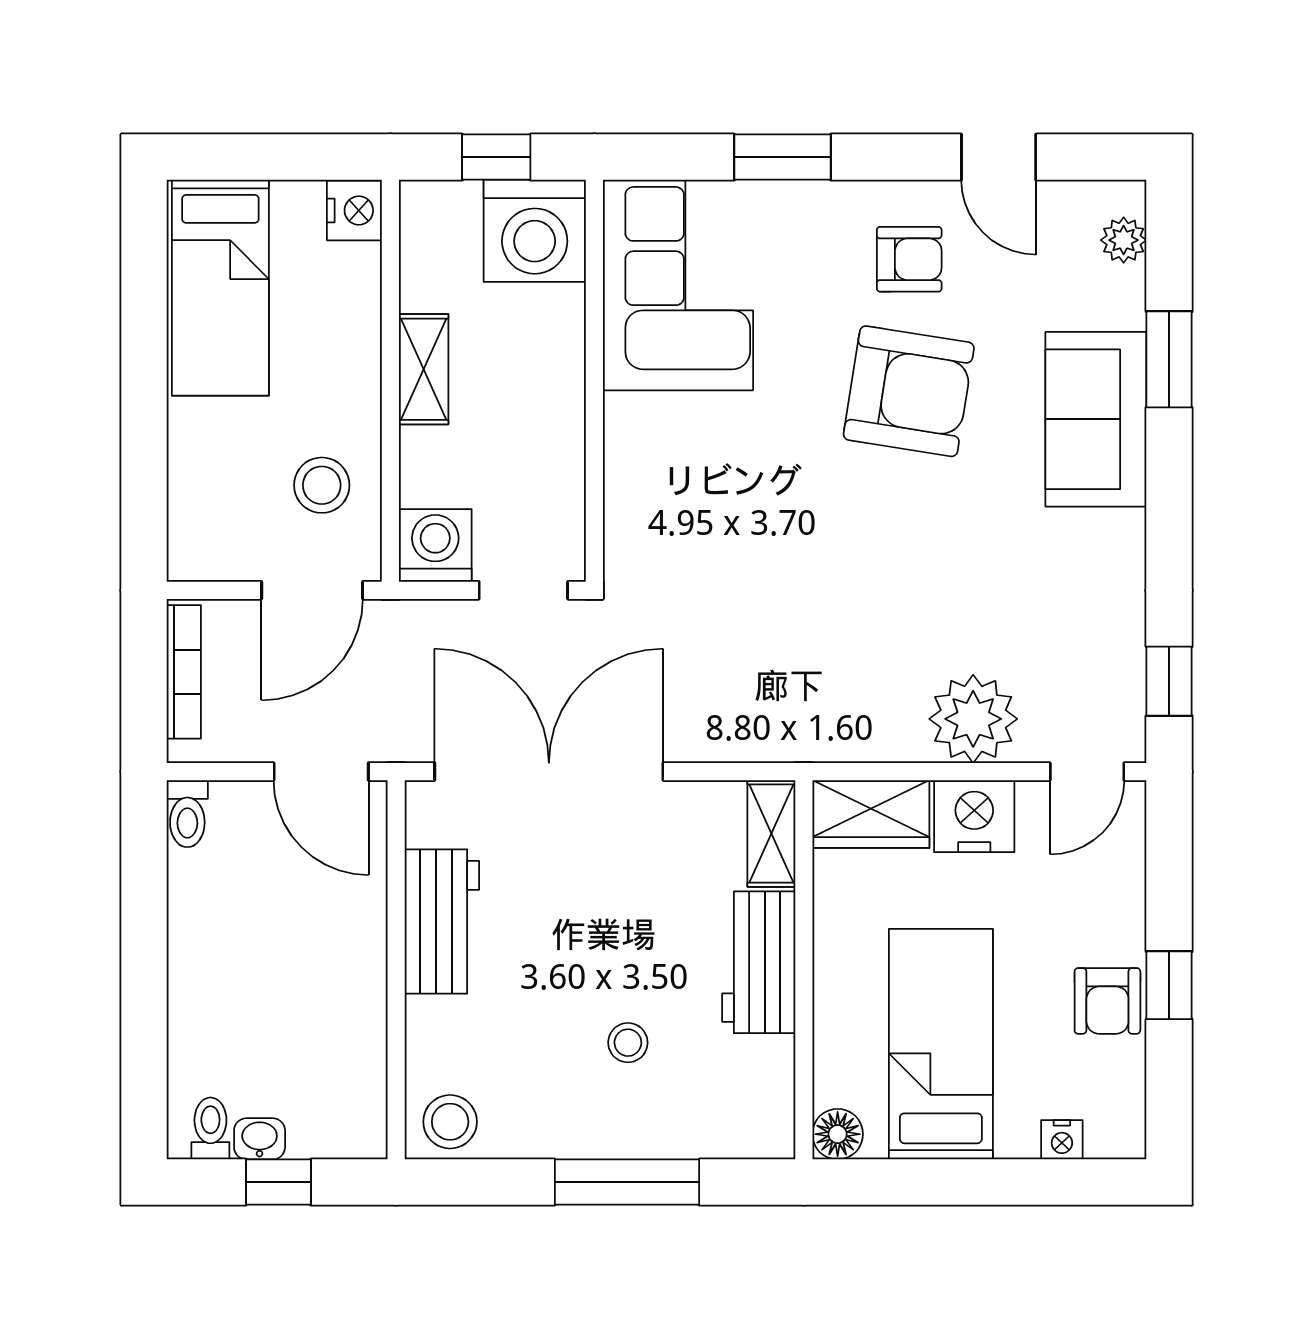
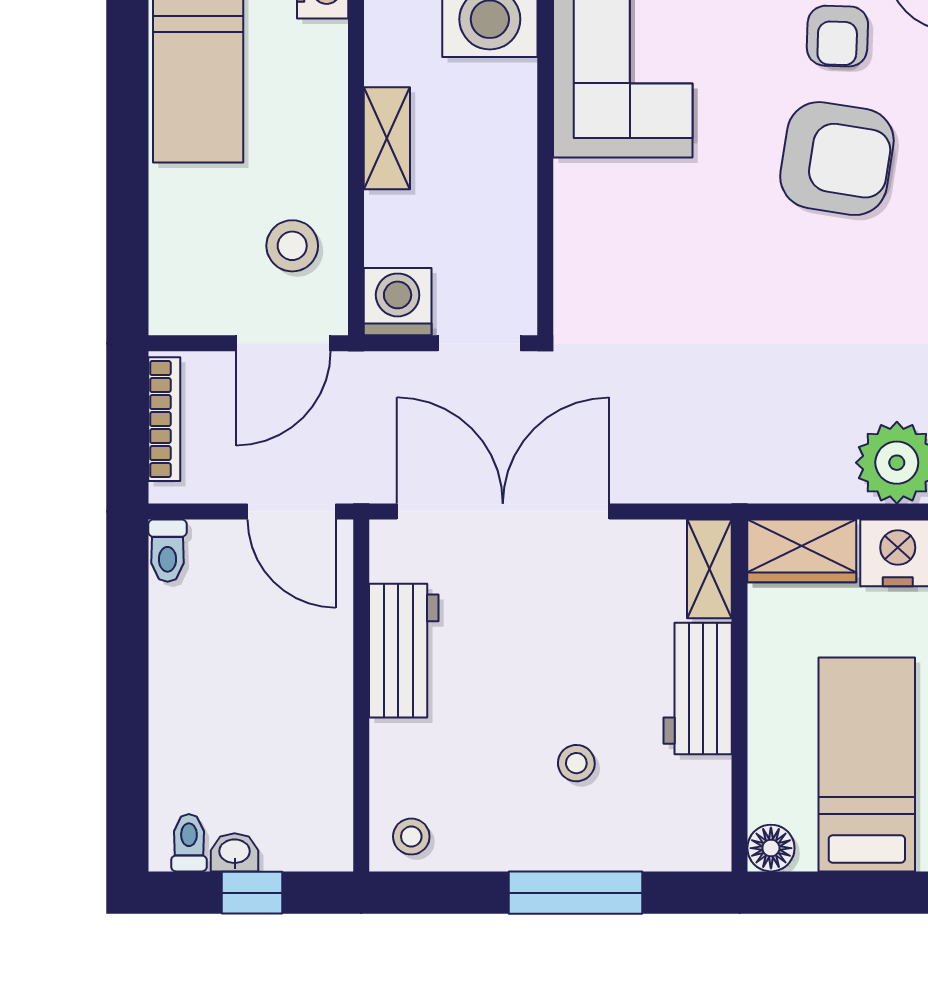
armchair: (909, 259) -> (837, 36), turned 92
stool: (450, 1122) -> (411, 837), width x0.73, depth x0.73

